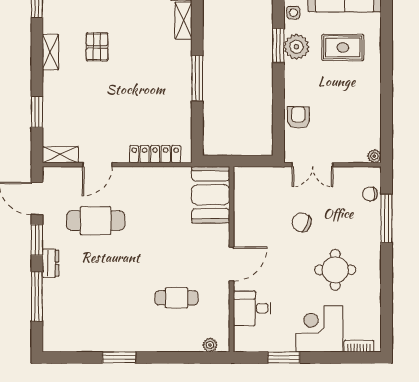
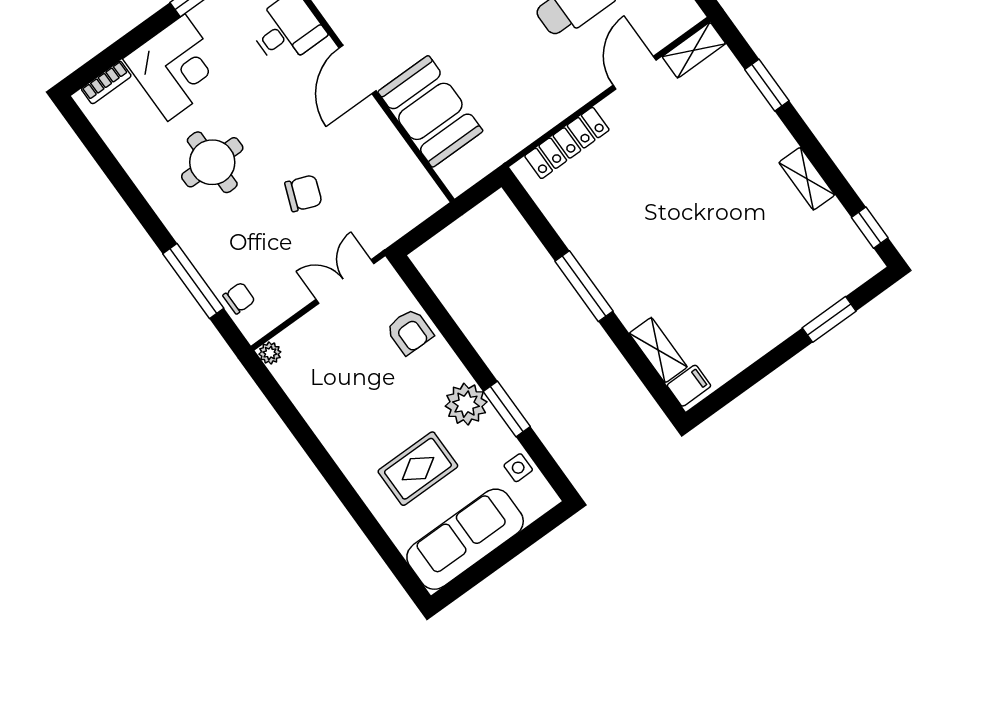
pallet: (97, 47) -> (749, 231), removed
plant: (296, 47) -> (466, 404), moved
booth: (211, 195) -> (430, 111), moved

